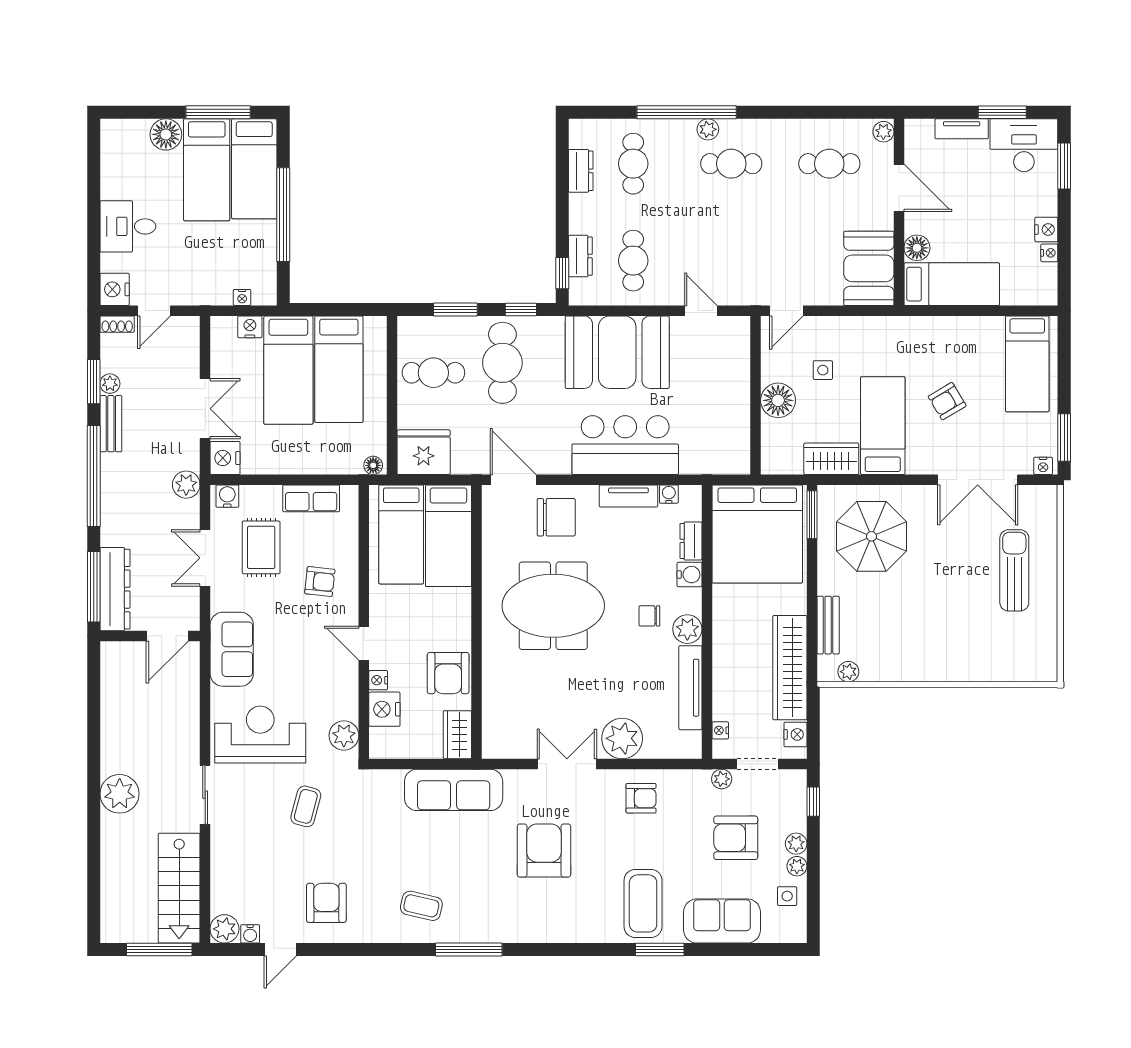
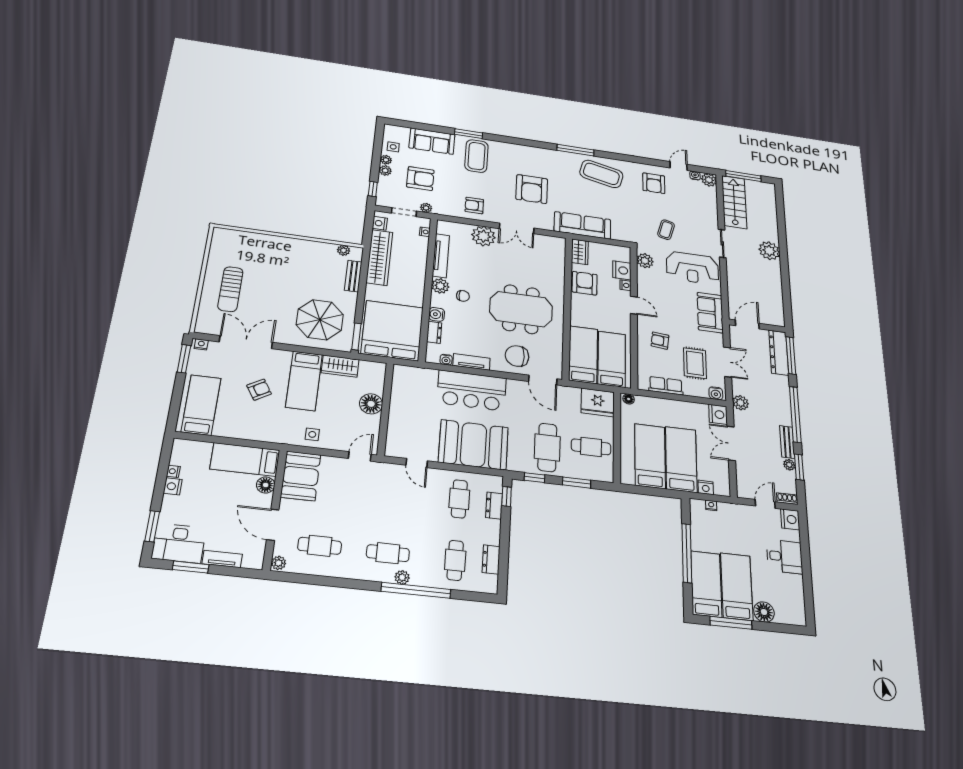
side table: (823, 370) -> (312, 434), moved
coffee table: (421, 906) -> (601, 174), width x1.86, depth x1.72

